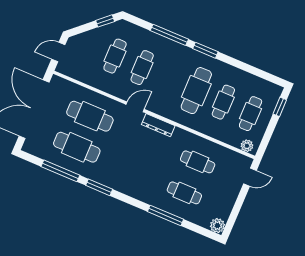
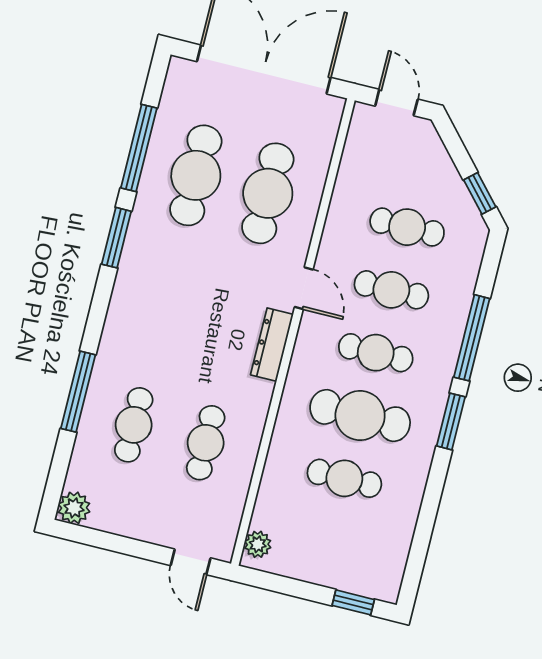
cafe table: (251, 114) -> (376, 353), moved

